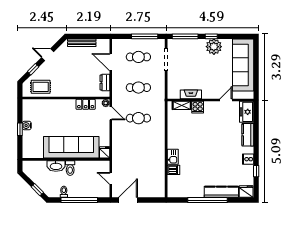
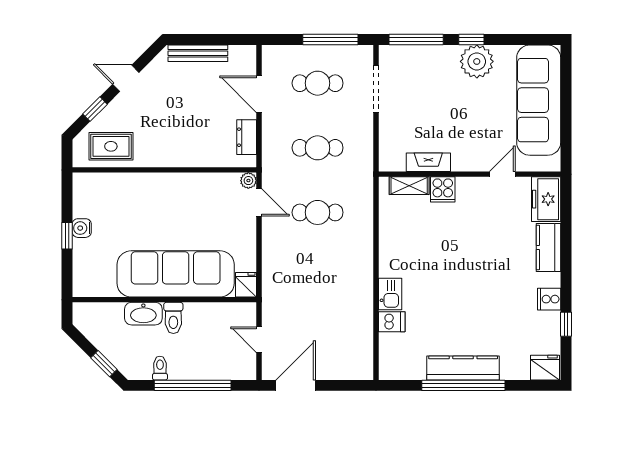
locker: (86, 104) -> (206, 183), removed
kitchen counter: (221, 192) -> (463, 368), moved

